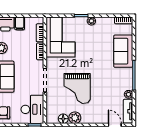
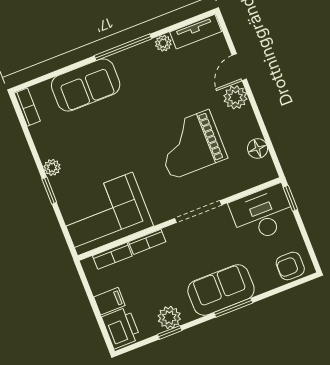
grand piano: (77, 88) -> (190, 145), turned 180
plant: (75, 118) -> (235, 97), moved
door: (115, 125) -> (239, 67), moved

